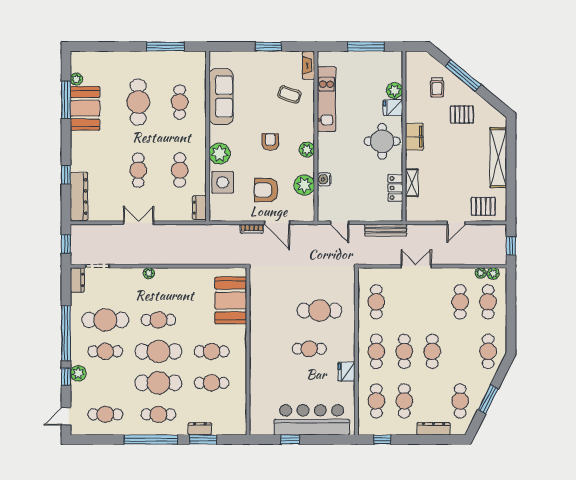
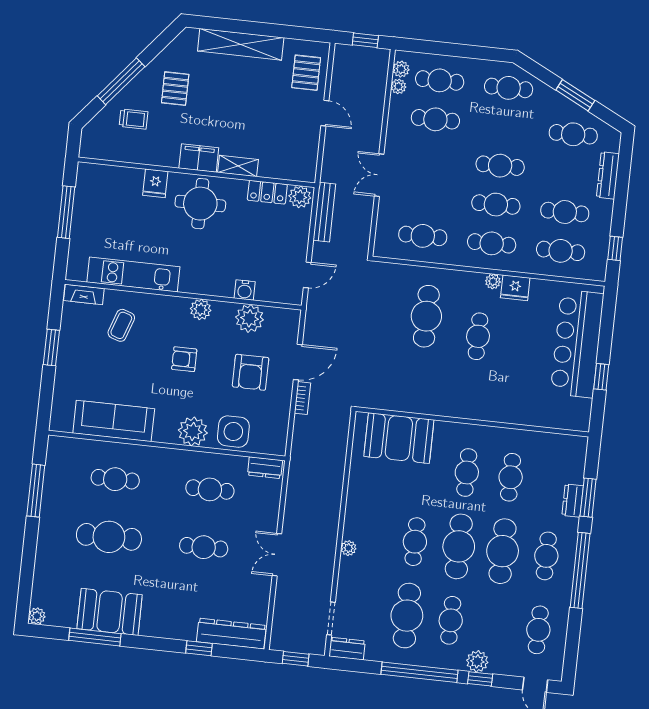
plant: (76, 79) -> (37, 616), moved
plant: (395, 91) -> (300, 197), moved
shelving: (412, 183) -> (238, 166), moved
plant: (349, 355) -> (493, 281), added

